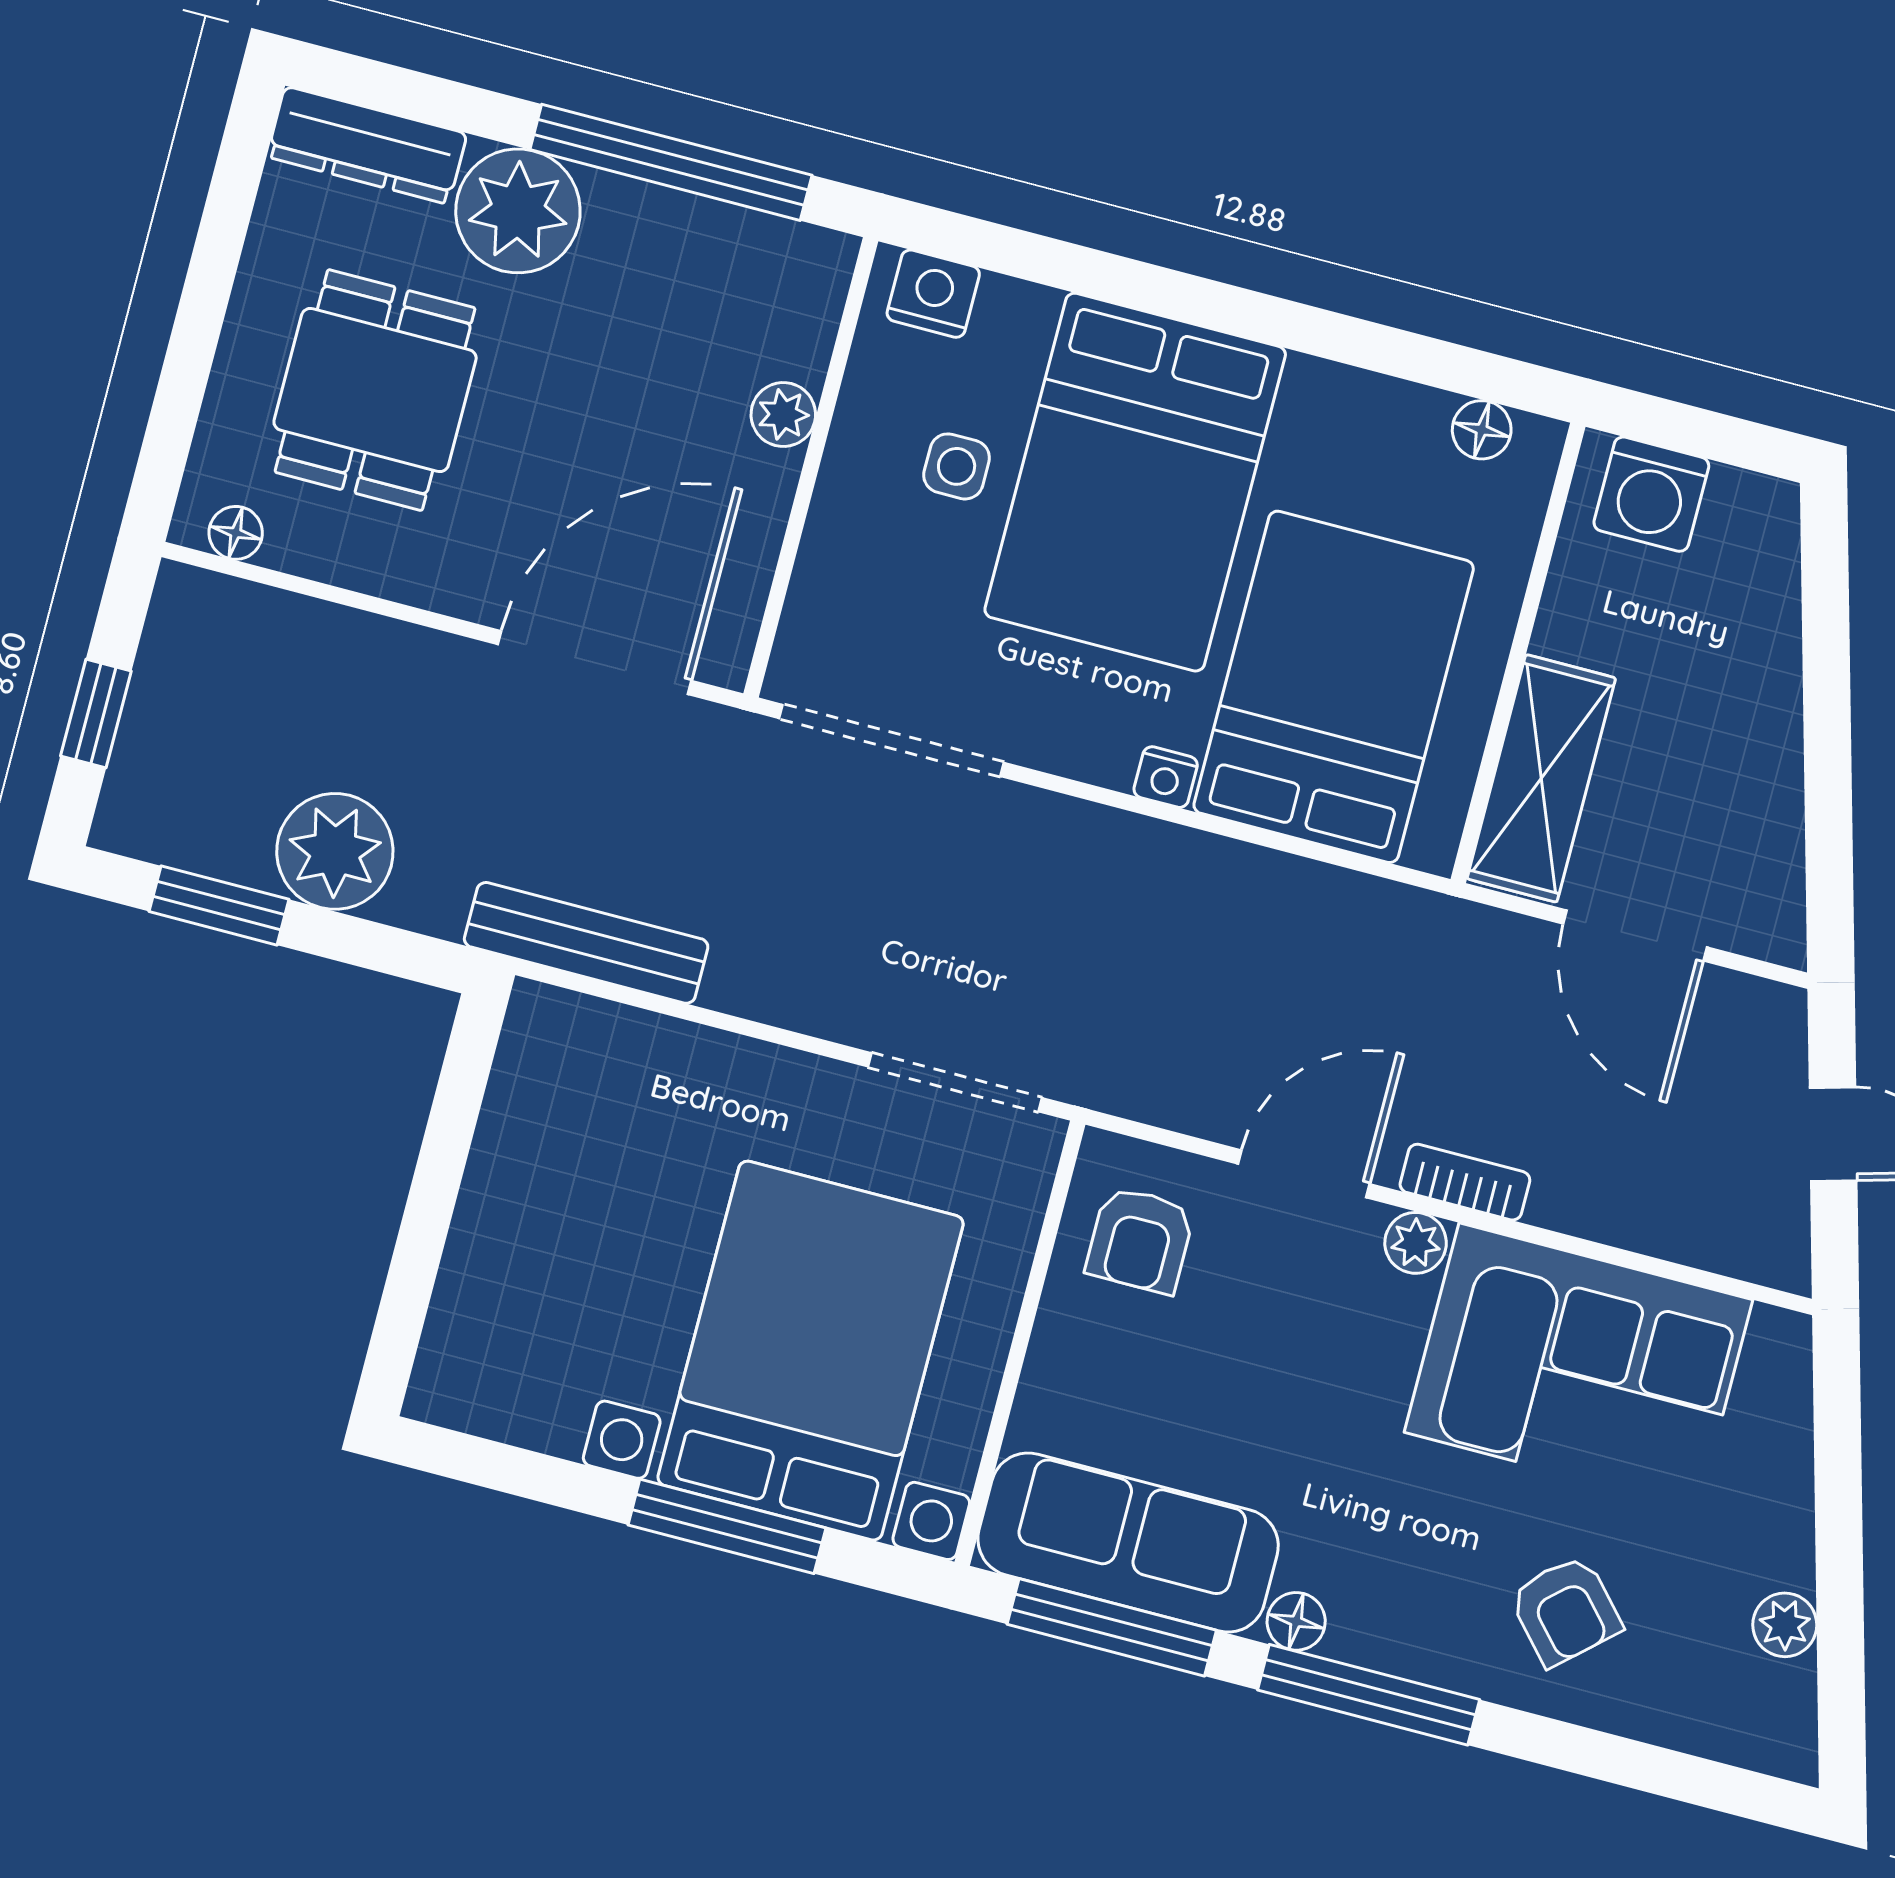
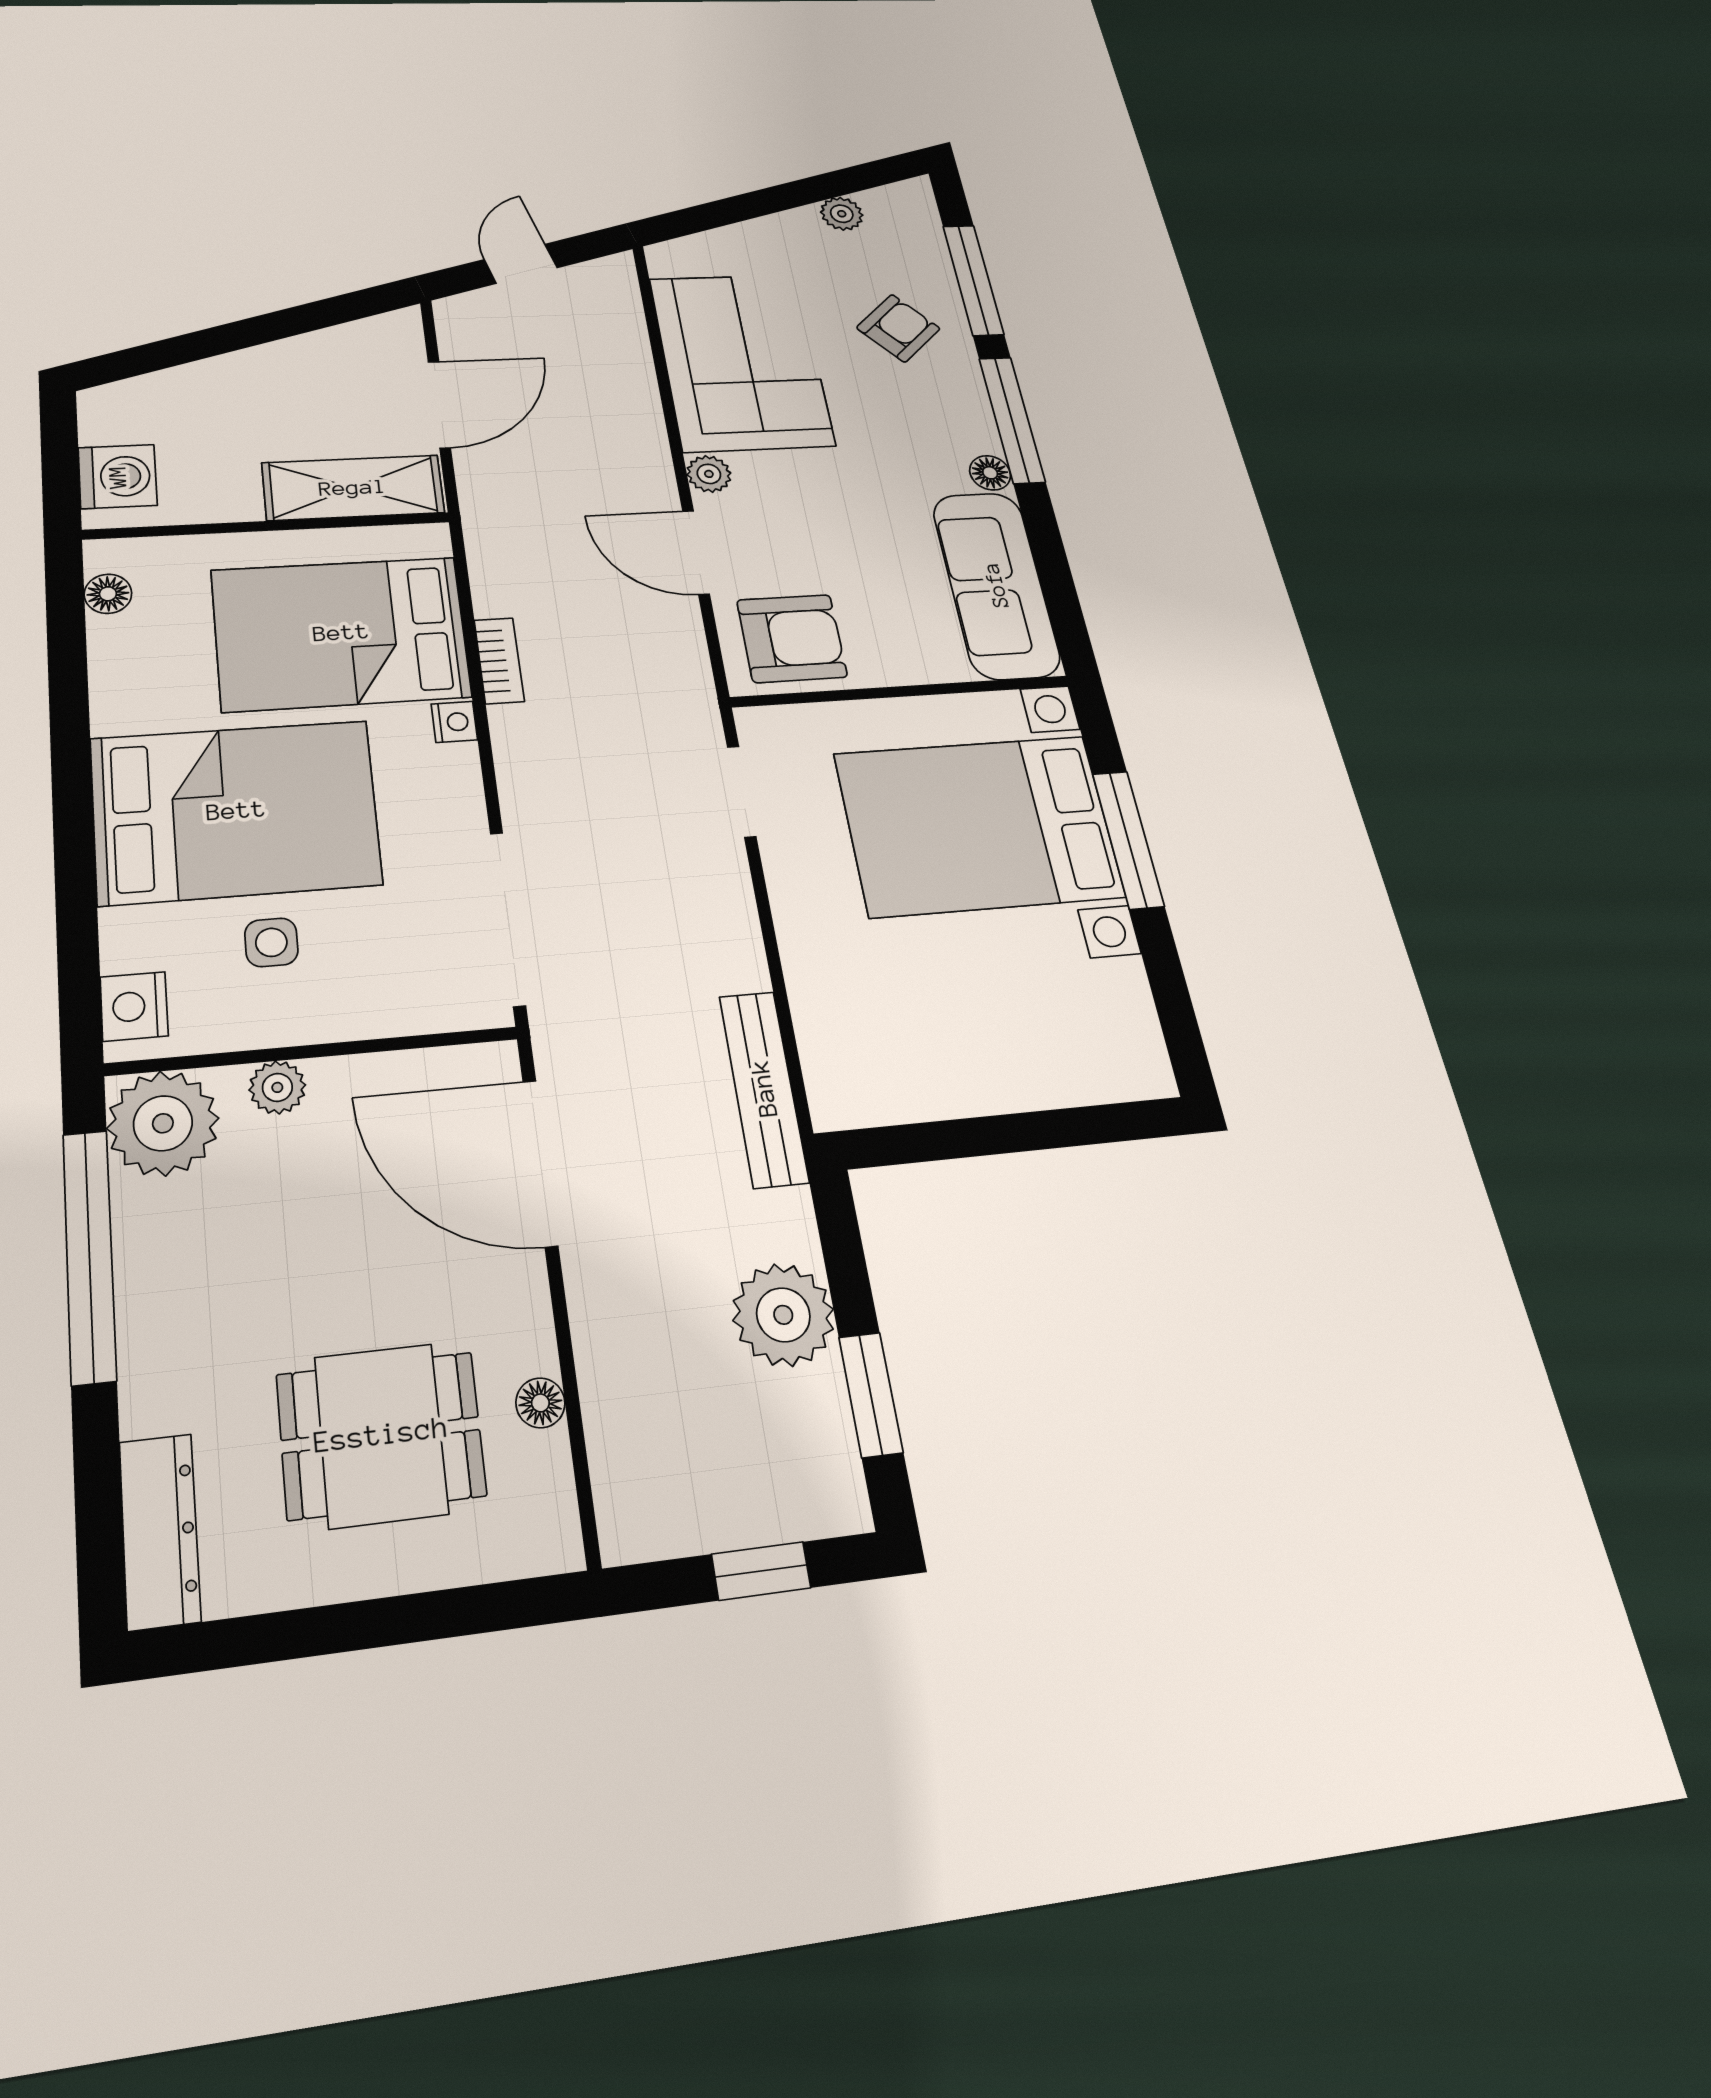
plant: (518, 211) -> (163, 1123), moved
floor lamp: (236, 533) -> (540, 1403), moved
doorway: (955, 1082) -> (742, 792), width x0.73
bookcase: (1465, 1182) -> (499, 661), moved, turned 180
armchair: (1140, 1240) -> (792, 638), width x1.38, depth x1.38
window: (1112, 1627) -> (973, 280), moved

